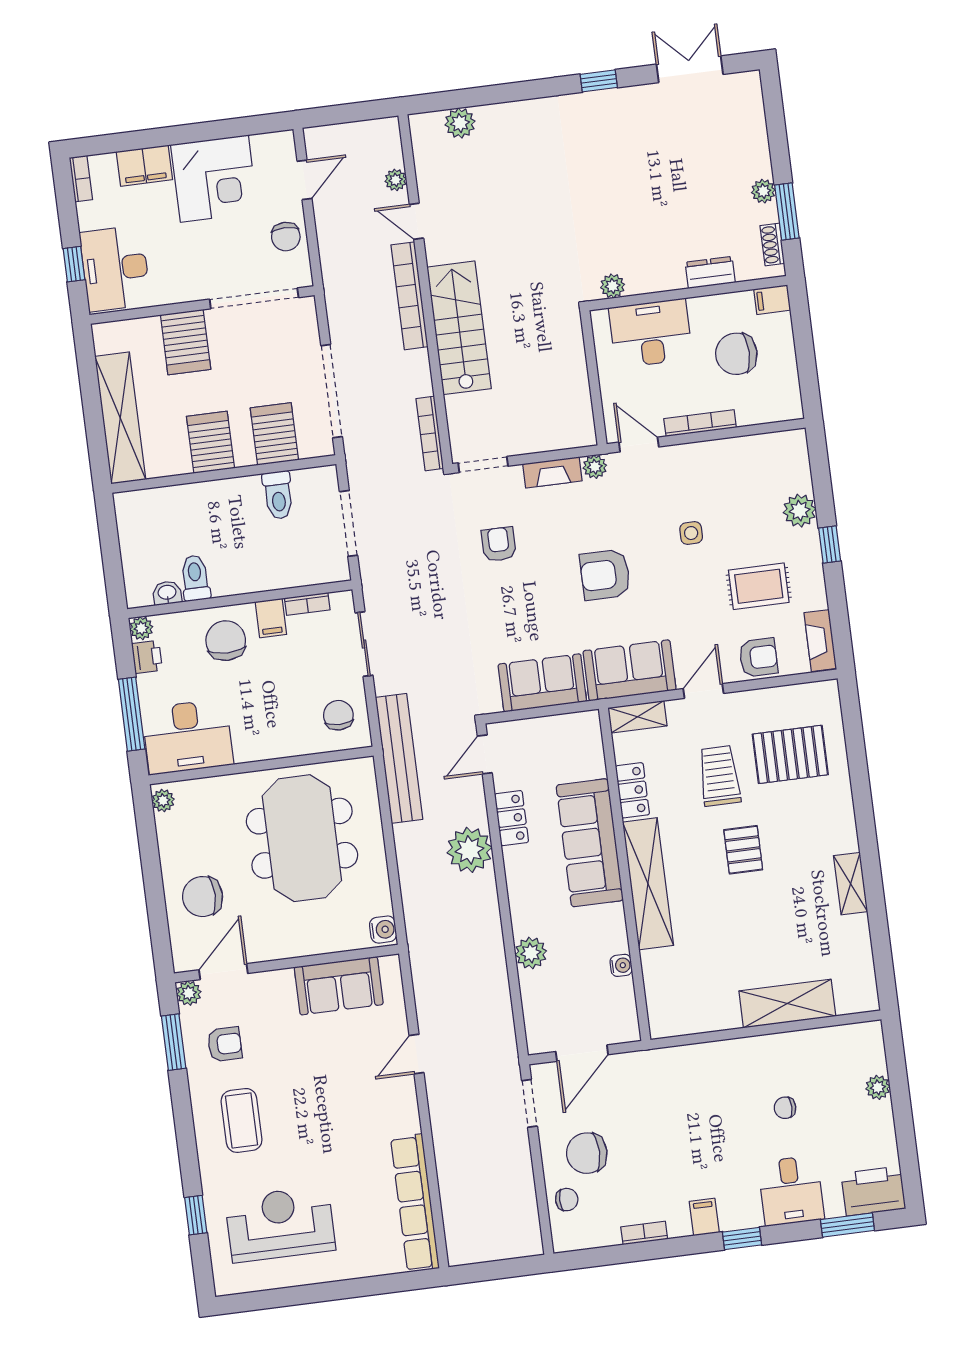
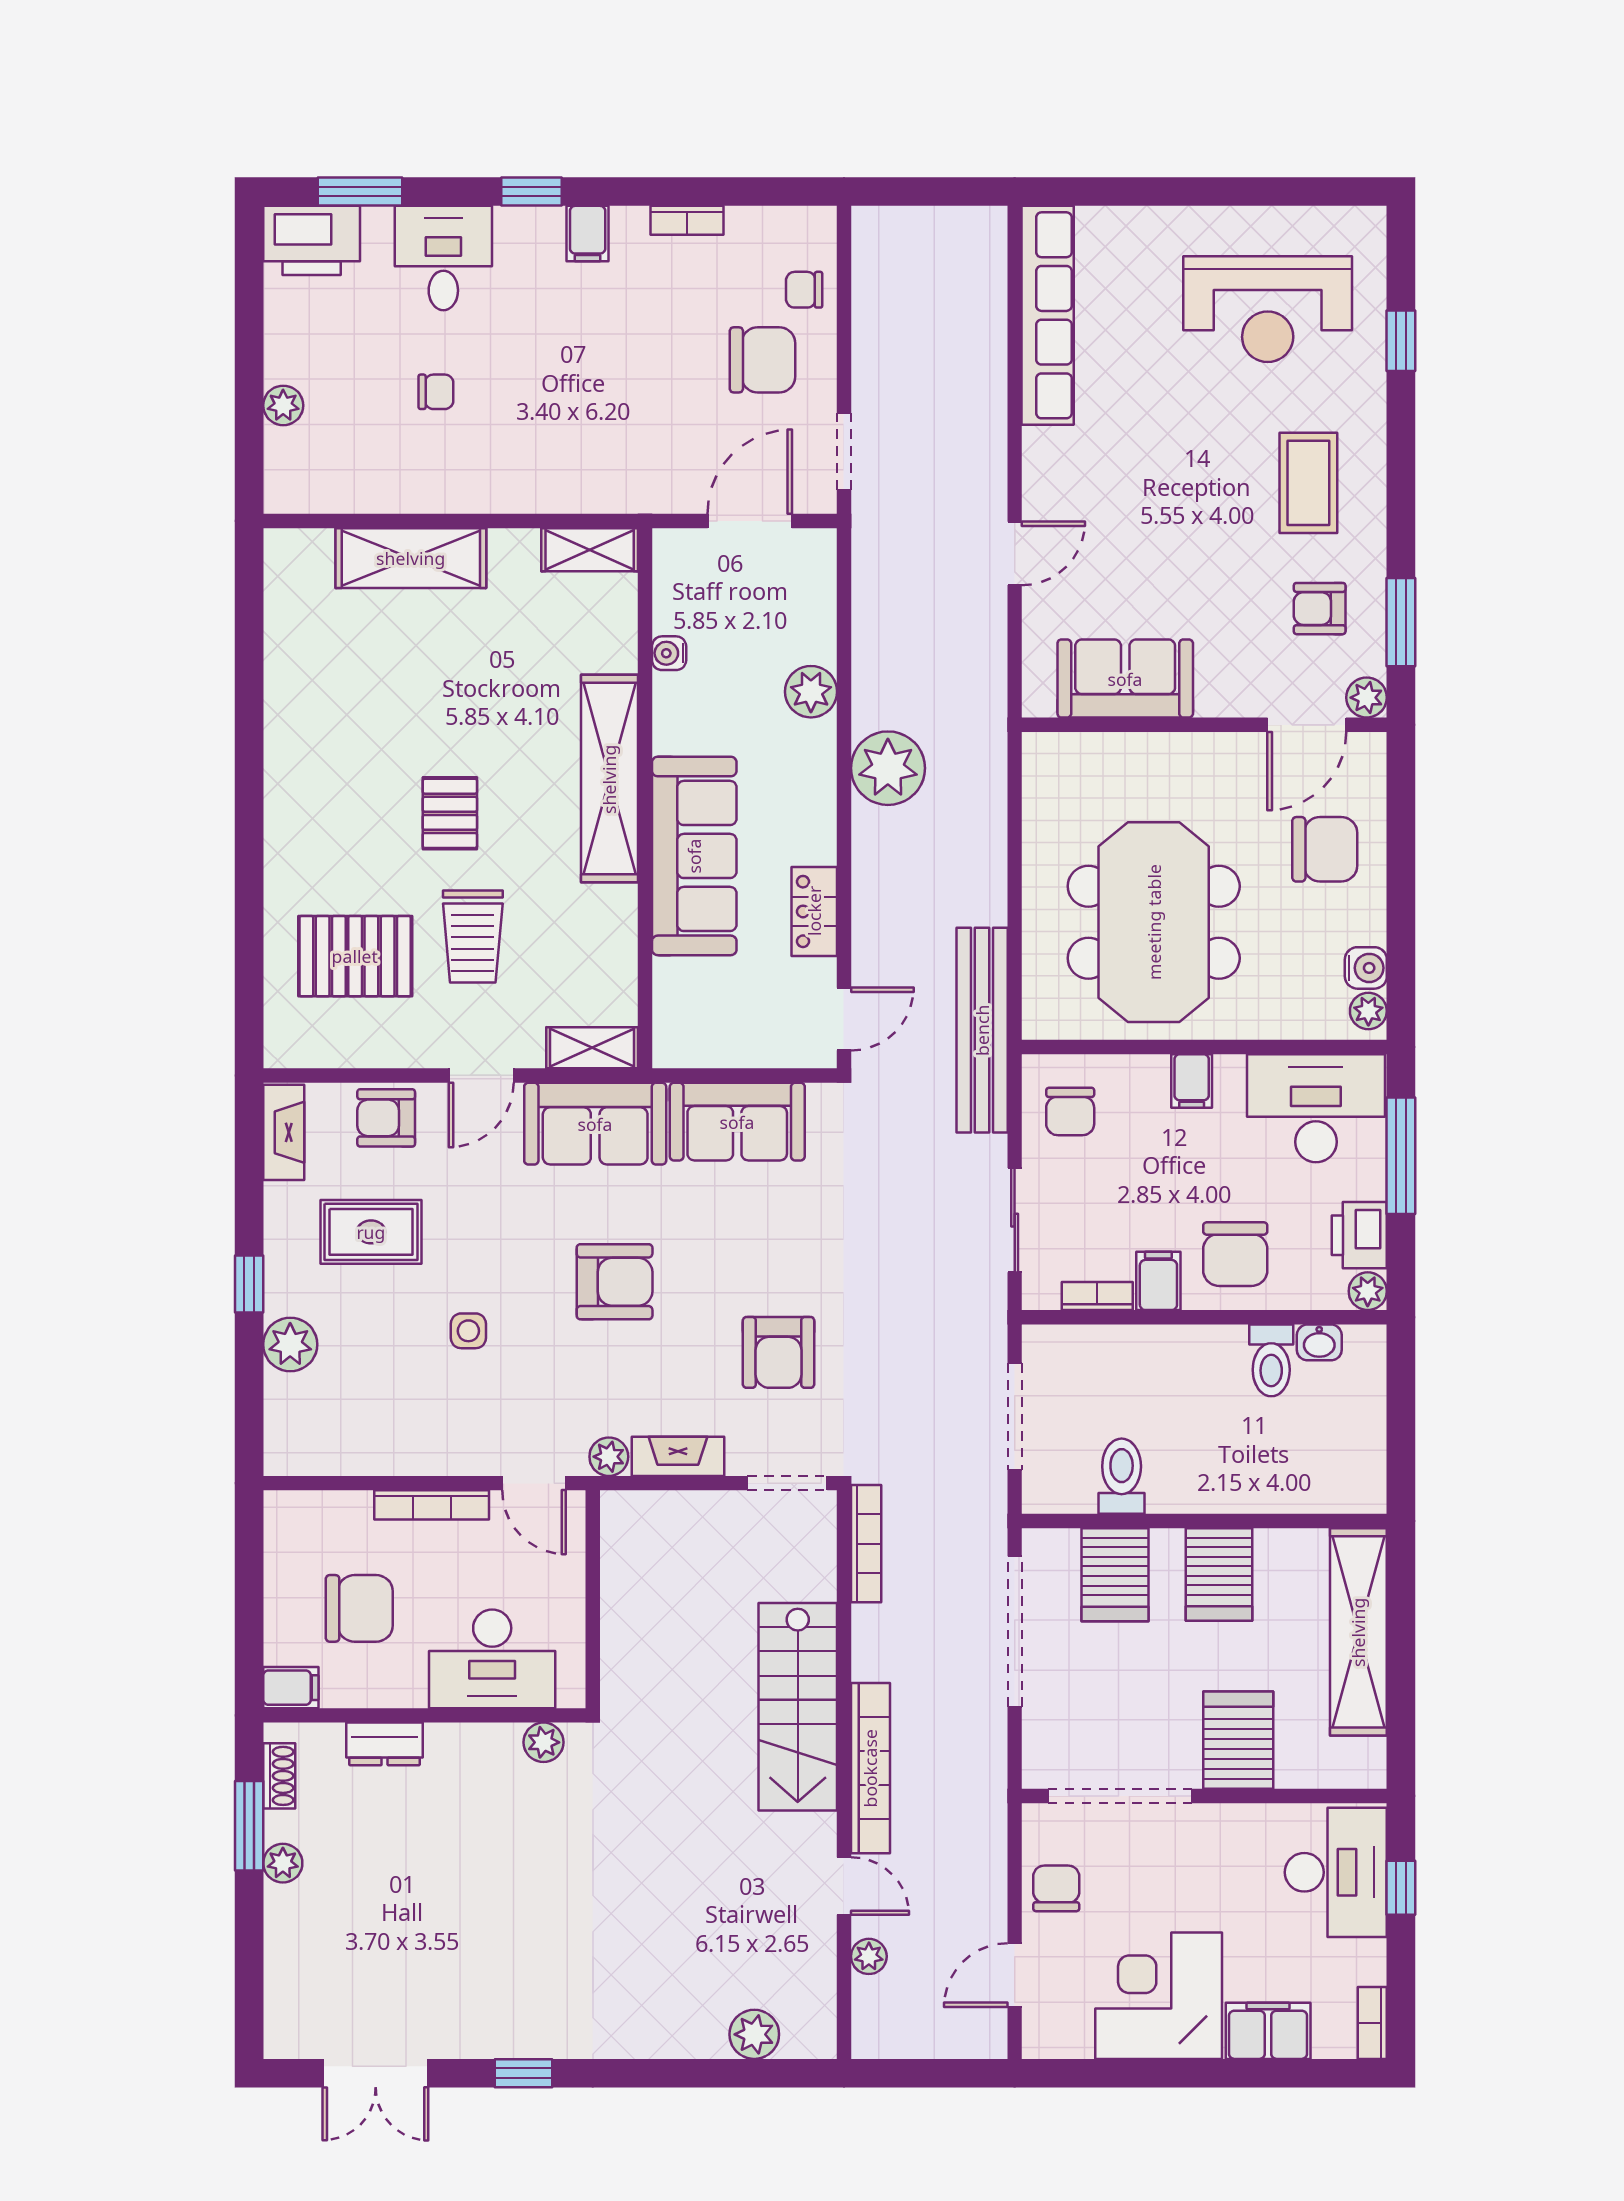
armchair: (499, 544) -> (779, 1352), width x1.38, depth x1.38
printer: (147, 657) -> (1359, 1235), width x1.36, depth x1.24
filing cabinet: (266, 744) -> (1192, 1081), added
locker: (632, 790) -> (615, 931), removed
plant: (470, 850) -> (888, 768), moved
shelving: (851, 884) -> (590, 550), moved, turned 90
water cooler: (383, 930) -> (1366, 968), moved, turned 180

